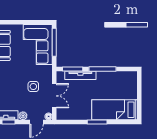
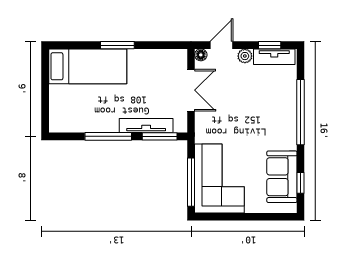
side table: (33, 86) -> (227, 106), removed
double door: (54, 96) -> (191, 90), swing flipped

